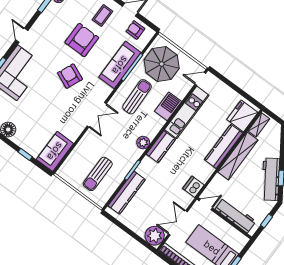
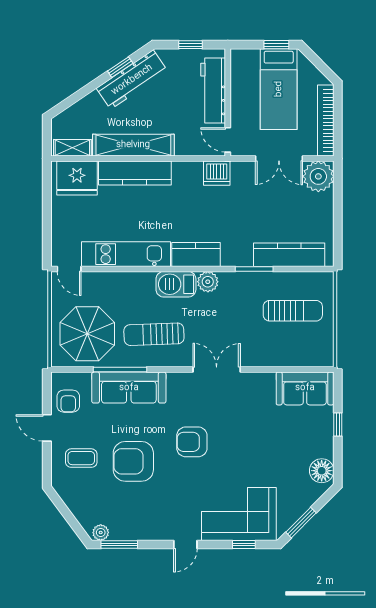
armchair: (70, 76) -> (192, 442), turned 67
barbecue: (168, 106) -> (176, 284), moved

